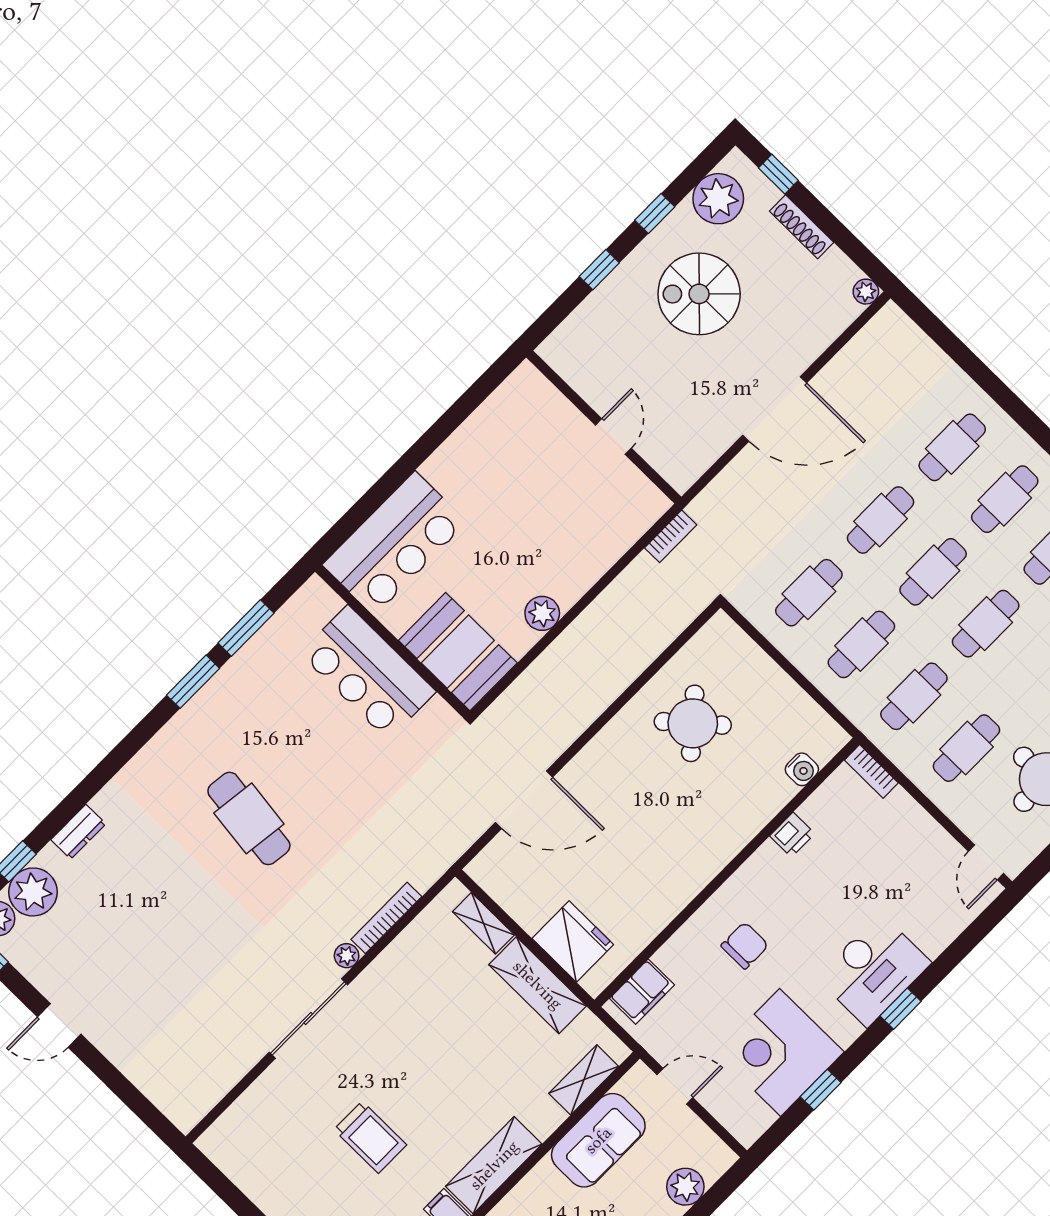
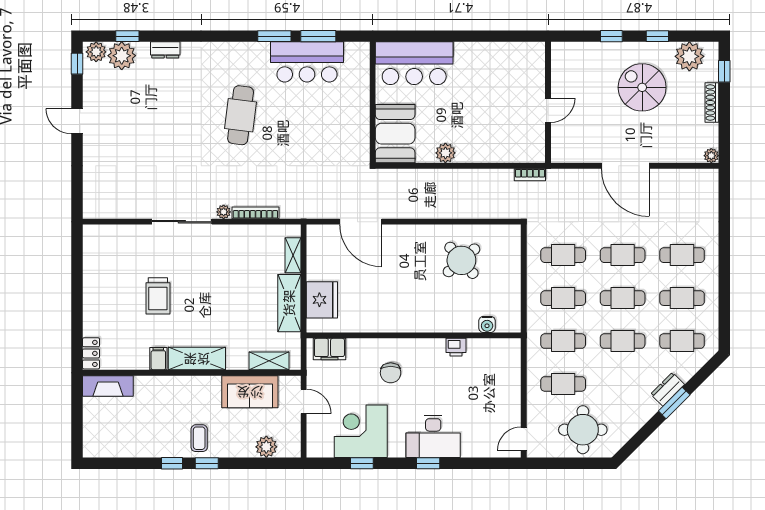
bar counter: (368, 673) -> (307, 62), moved, turned -90
bookcase: (871, 771) -> (515, 354), removed
chair: (745, 946) -> (391, 373), turned 90

